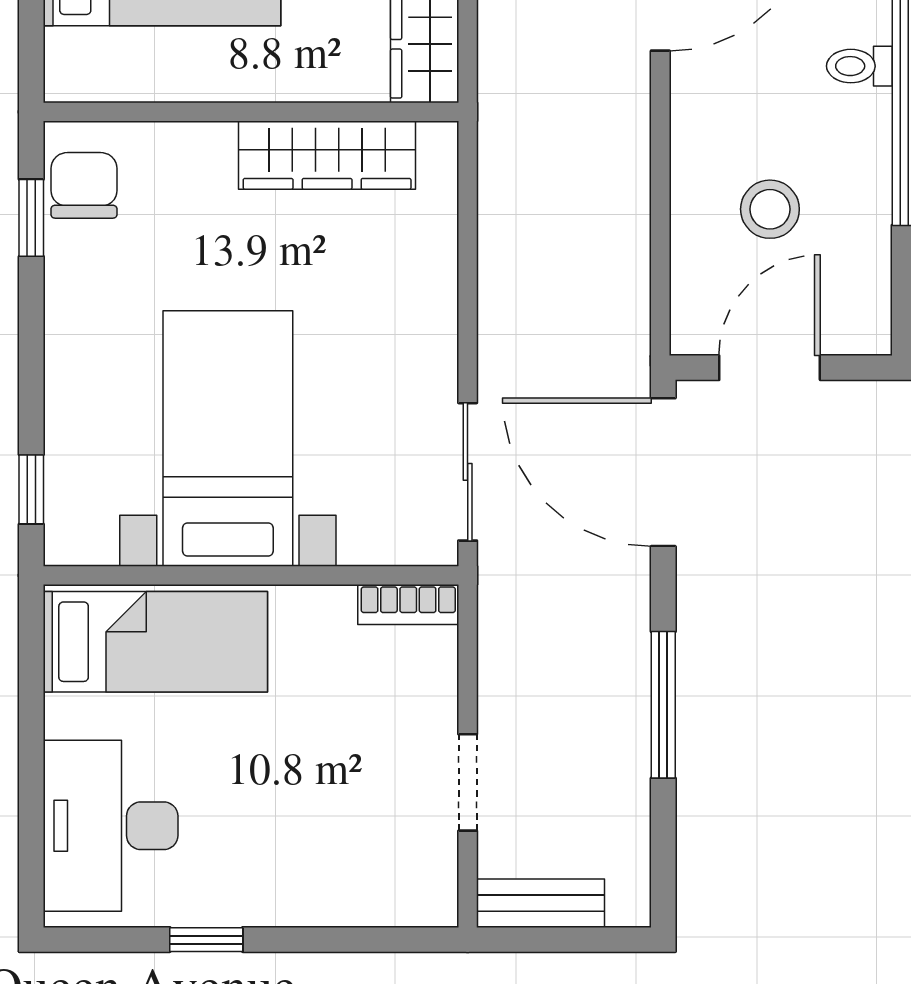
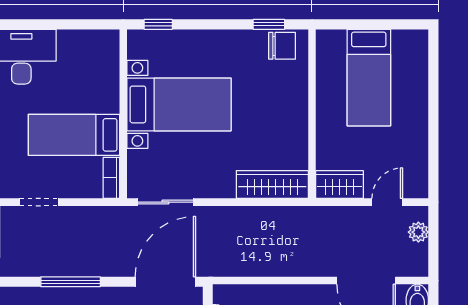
wardrobe: (327, 155) -> (272, 184), moved, turned 90
bed: (155, 642) -> (74, 135), moved, turned 90

